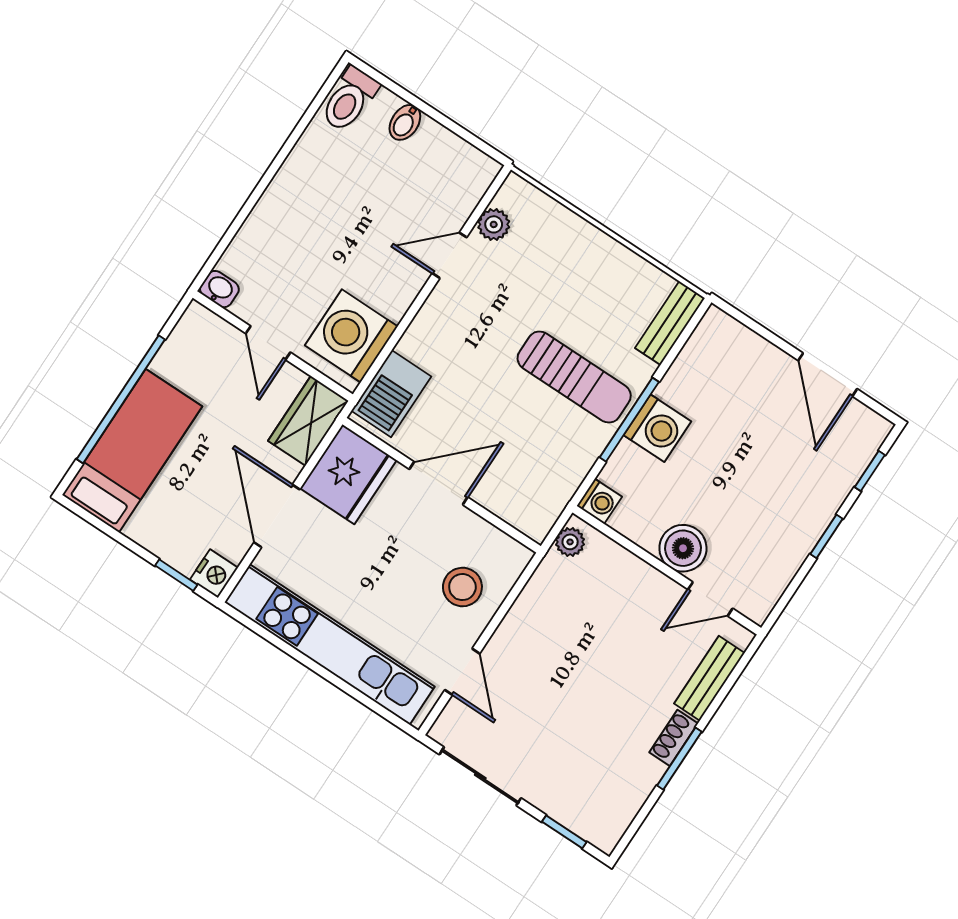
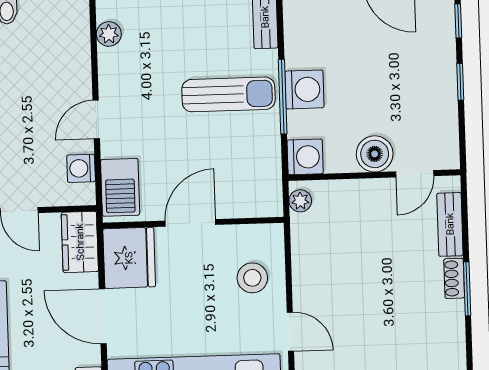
door: (450, 255) -> (96, 119), moved
washing machine: (351, 336) -> (81, 168), width x0.53, depth x0.53
washing machine: (599, 501) -> (305, 157), width x1.38, depth x1.38

